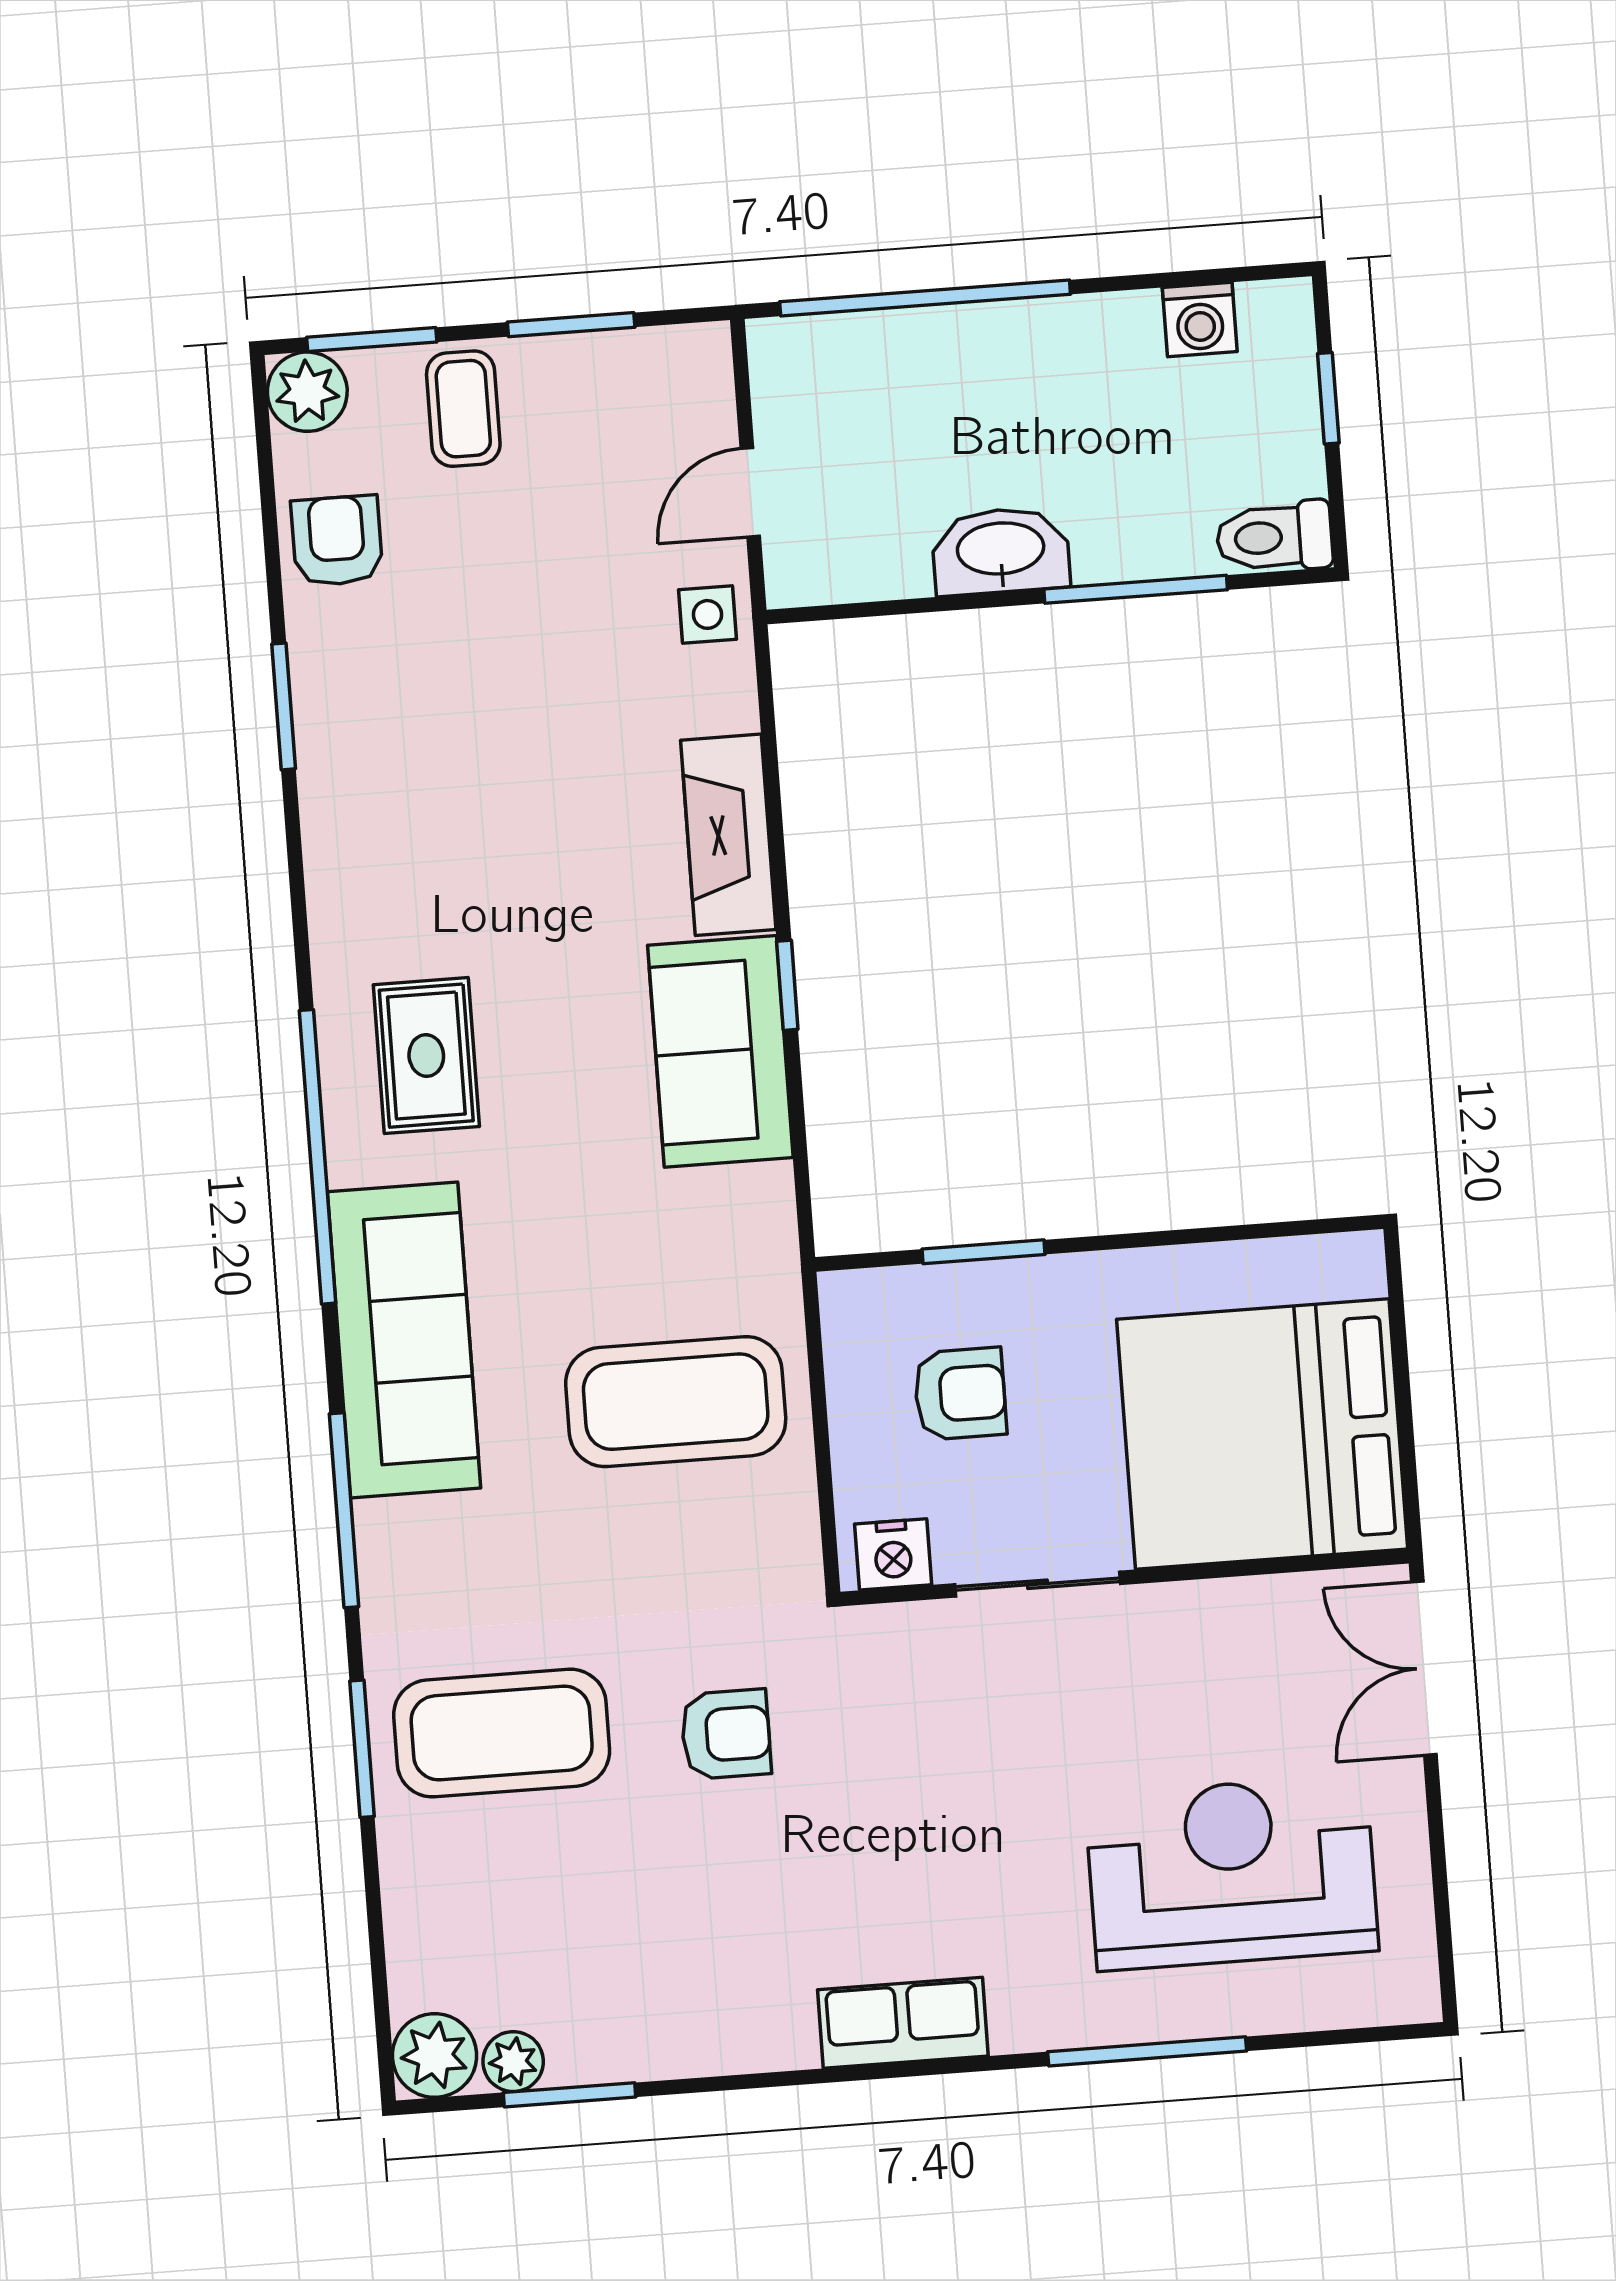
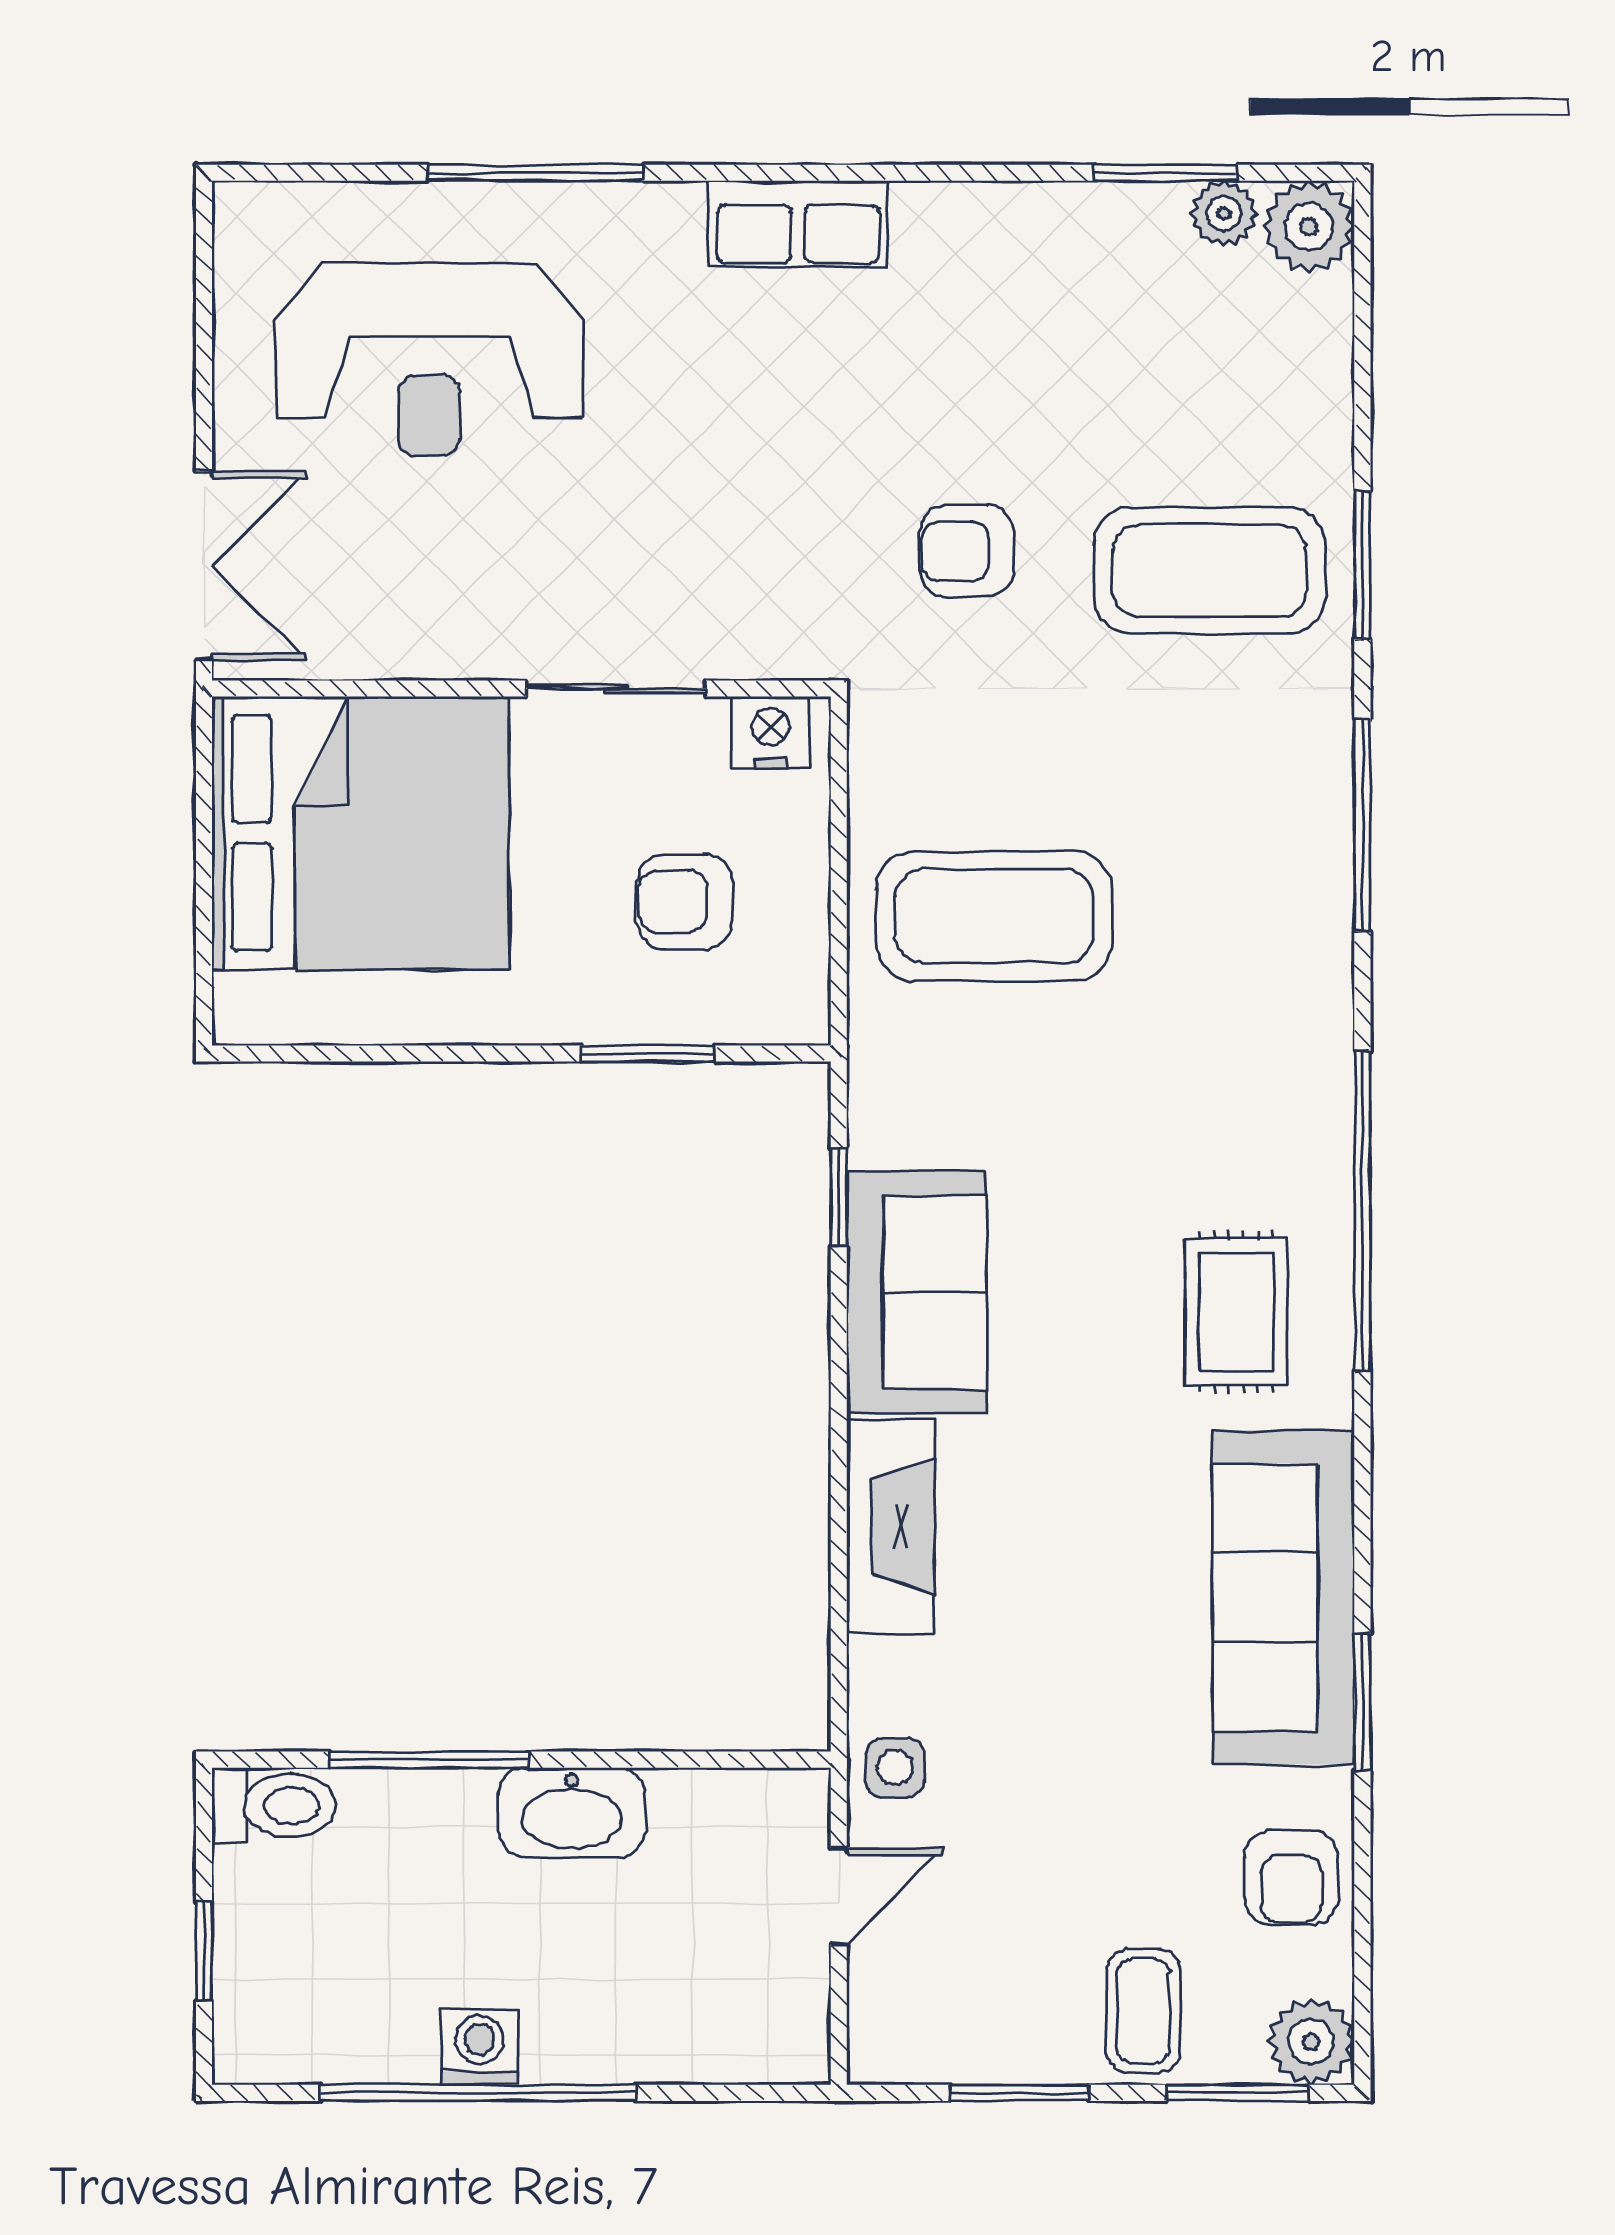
window: (925, 298) -> (478, 2093), moved
washing machine: (1200, 320) -> (480, 2047), moved
window: (787, 985) -> (839, 1197), moved
sofa: (404, 1340) -> (1283, 1597), moved

